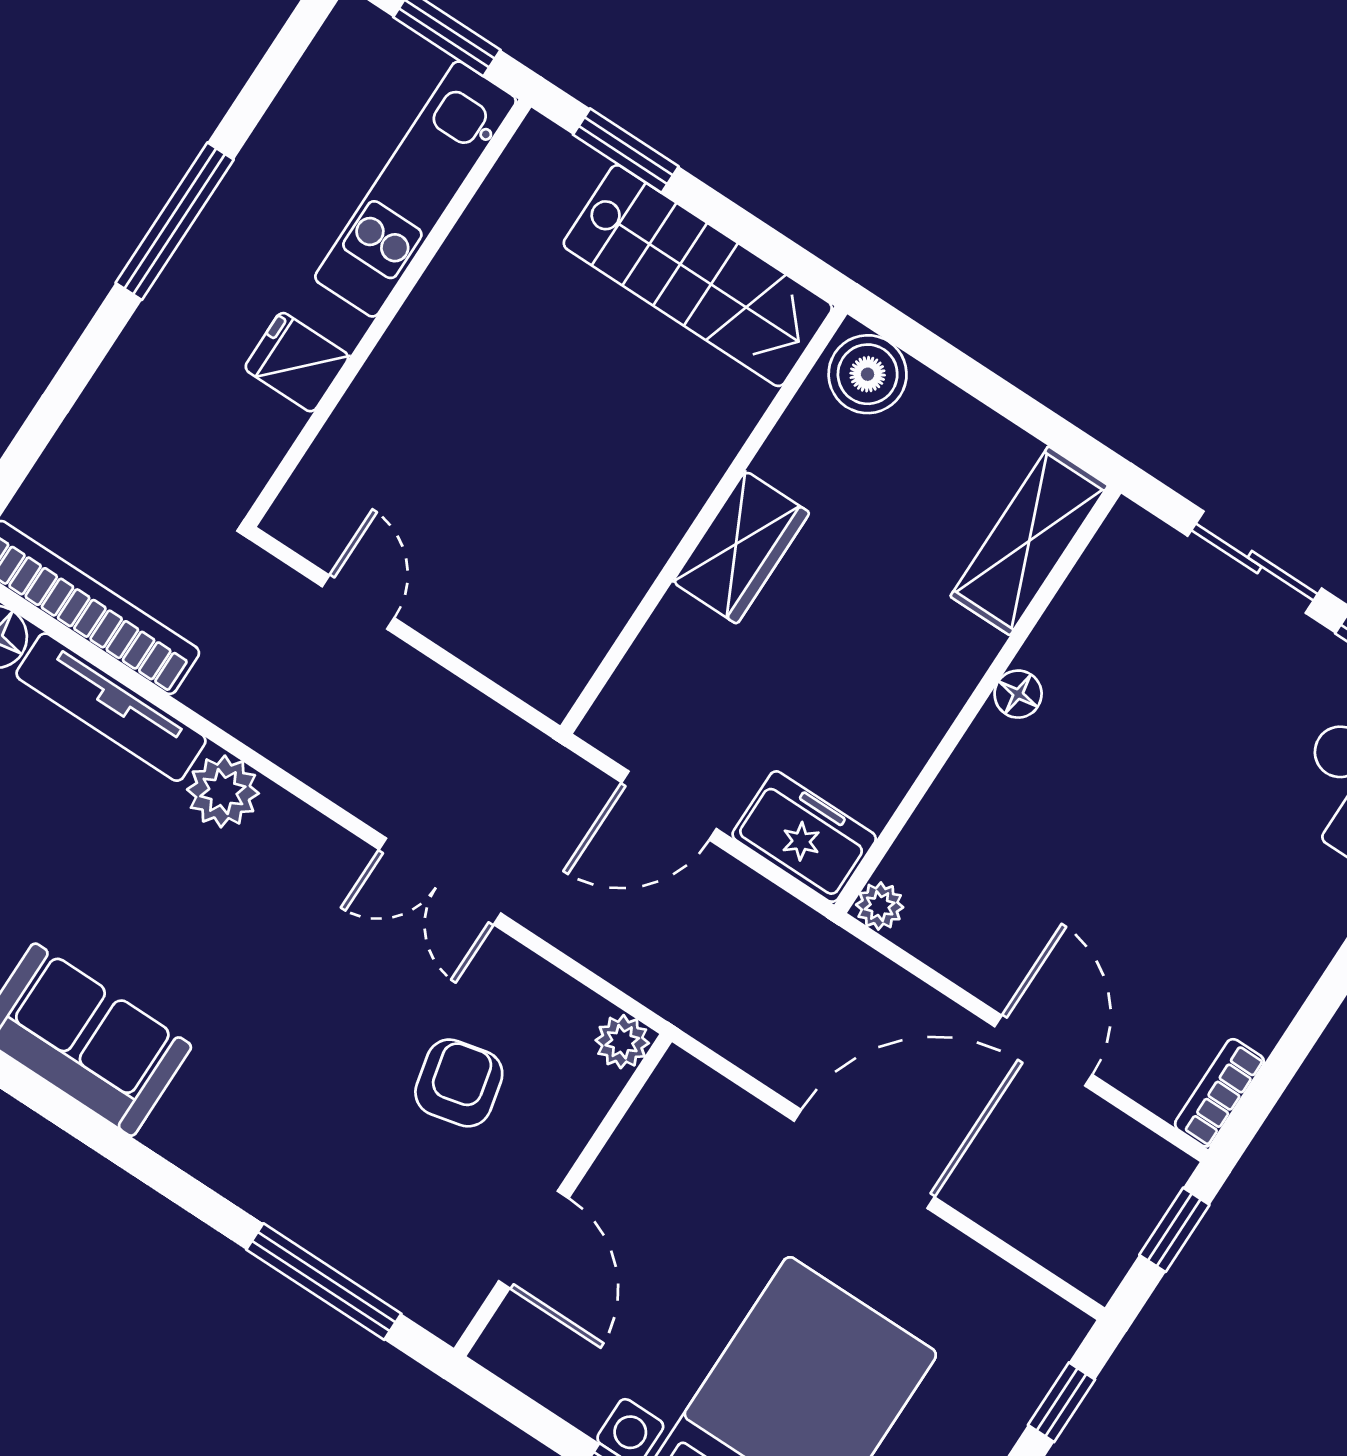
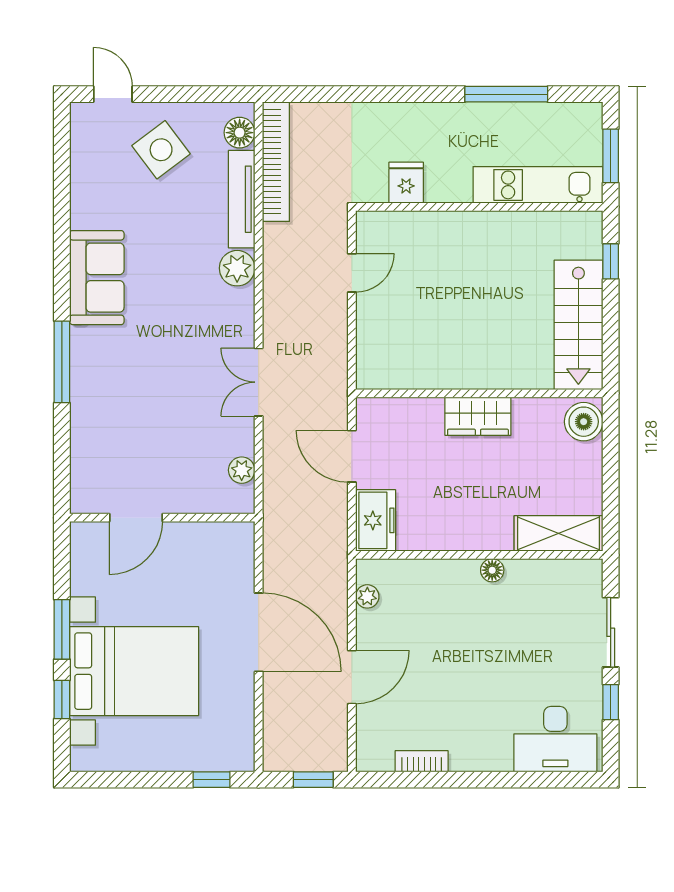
window: (626, 151) -> (611, 261), width x0.67
window: (175, 221) -> (506, 94), moved
fridge: (297, 362) -> (406, 183), moved
plant: (880, 906) -> (367, 596), moved
plant: (622, 1042) -> (242, 470), moved
armchair: (459, 1083) -> (180, 444), removed
bookcase: (1220, 1093) -> (422, 761), moved
window: (324, 1282) -> (62, 362), moved

